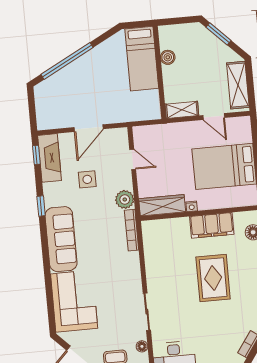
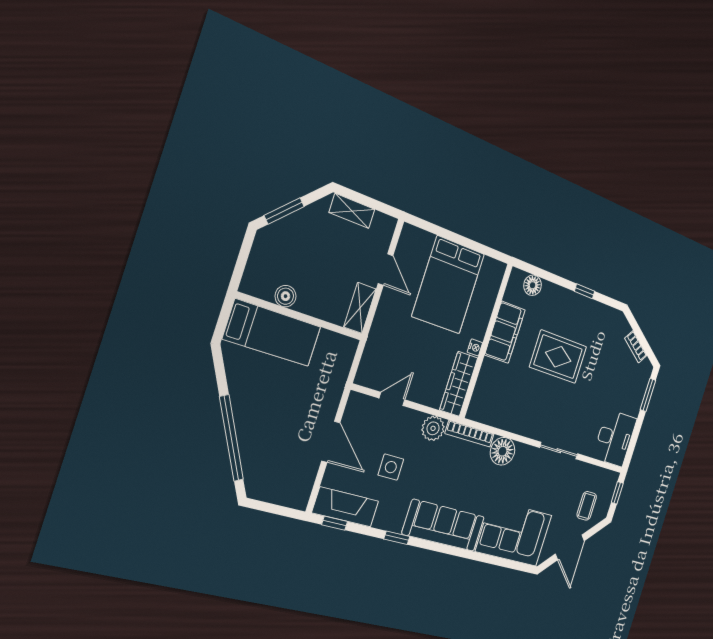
shelving: (238, 85) -> (352, 211), width x0.67, depth x0.75
door: (214, 117) -> (386, 270), hinge flipped
floor lamp: (142, 346) -> (502, 451), moved, width x1.89, depth x1.89

